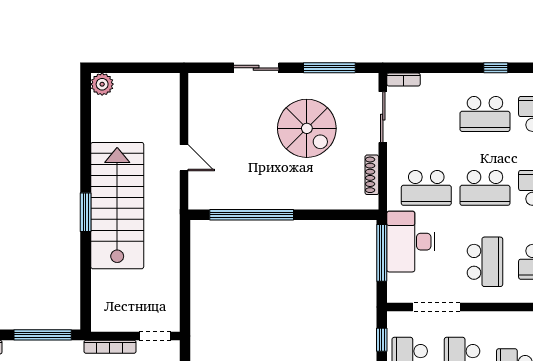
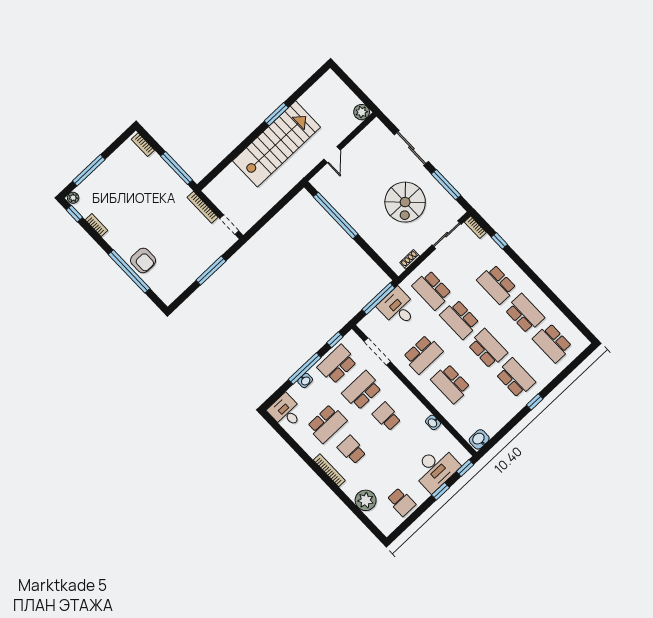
sliding door: (256, 68) -> (411, 148), width x1.37
window: (496, 68) -> (499, 241), moved
plant: (102, 84) -> (362, 112), moved
shoe rack: (372, 175) -> (410, 259), width x0.70
window: (86, 212) -> (276, 114), moved
desk: (411, 242) -> (398, 308), width x0.73

